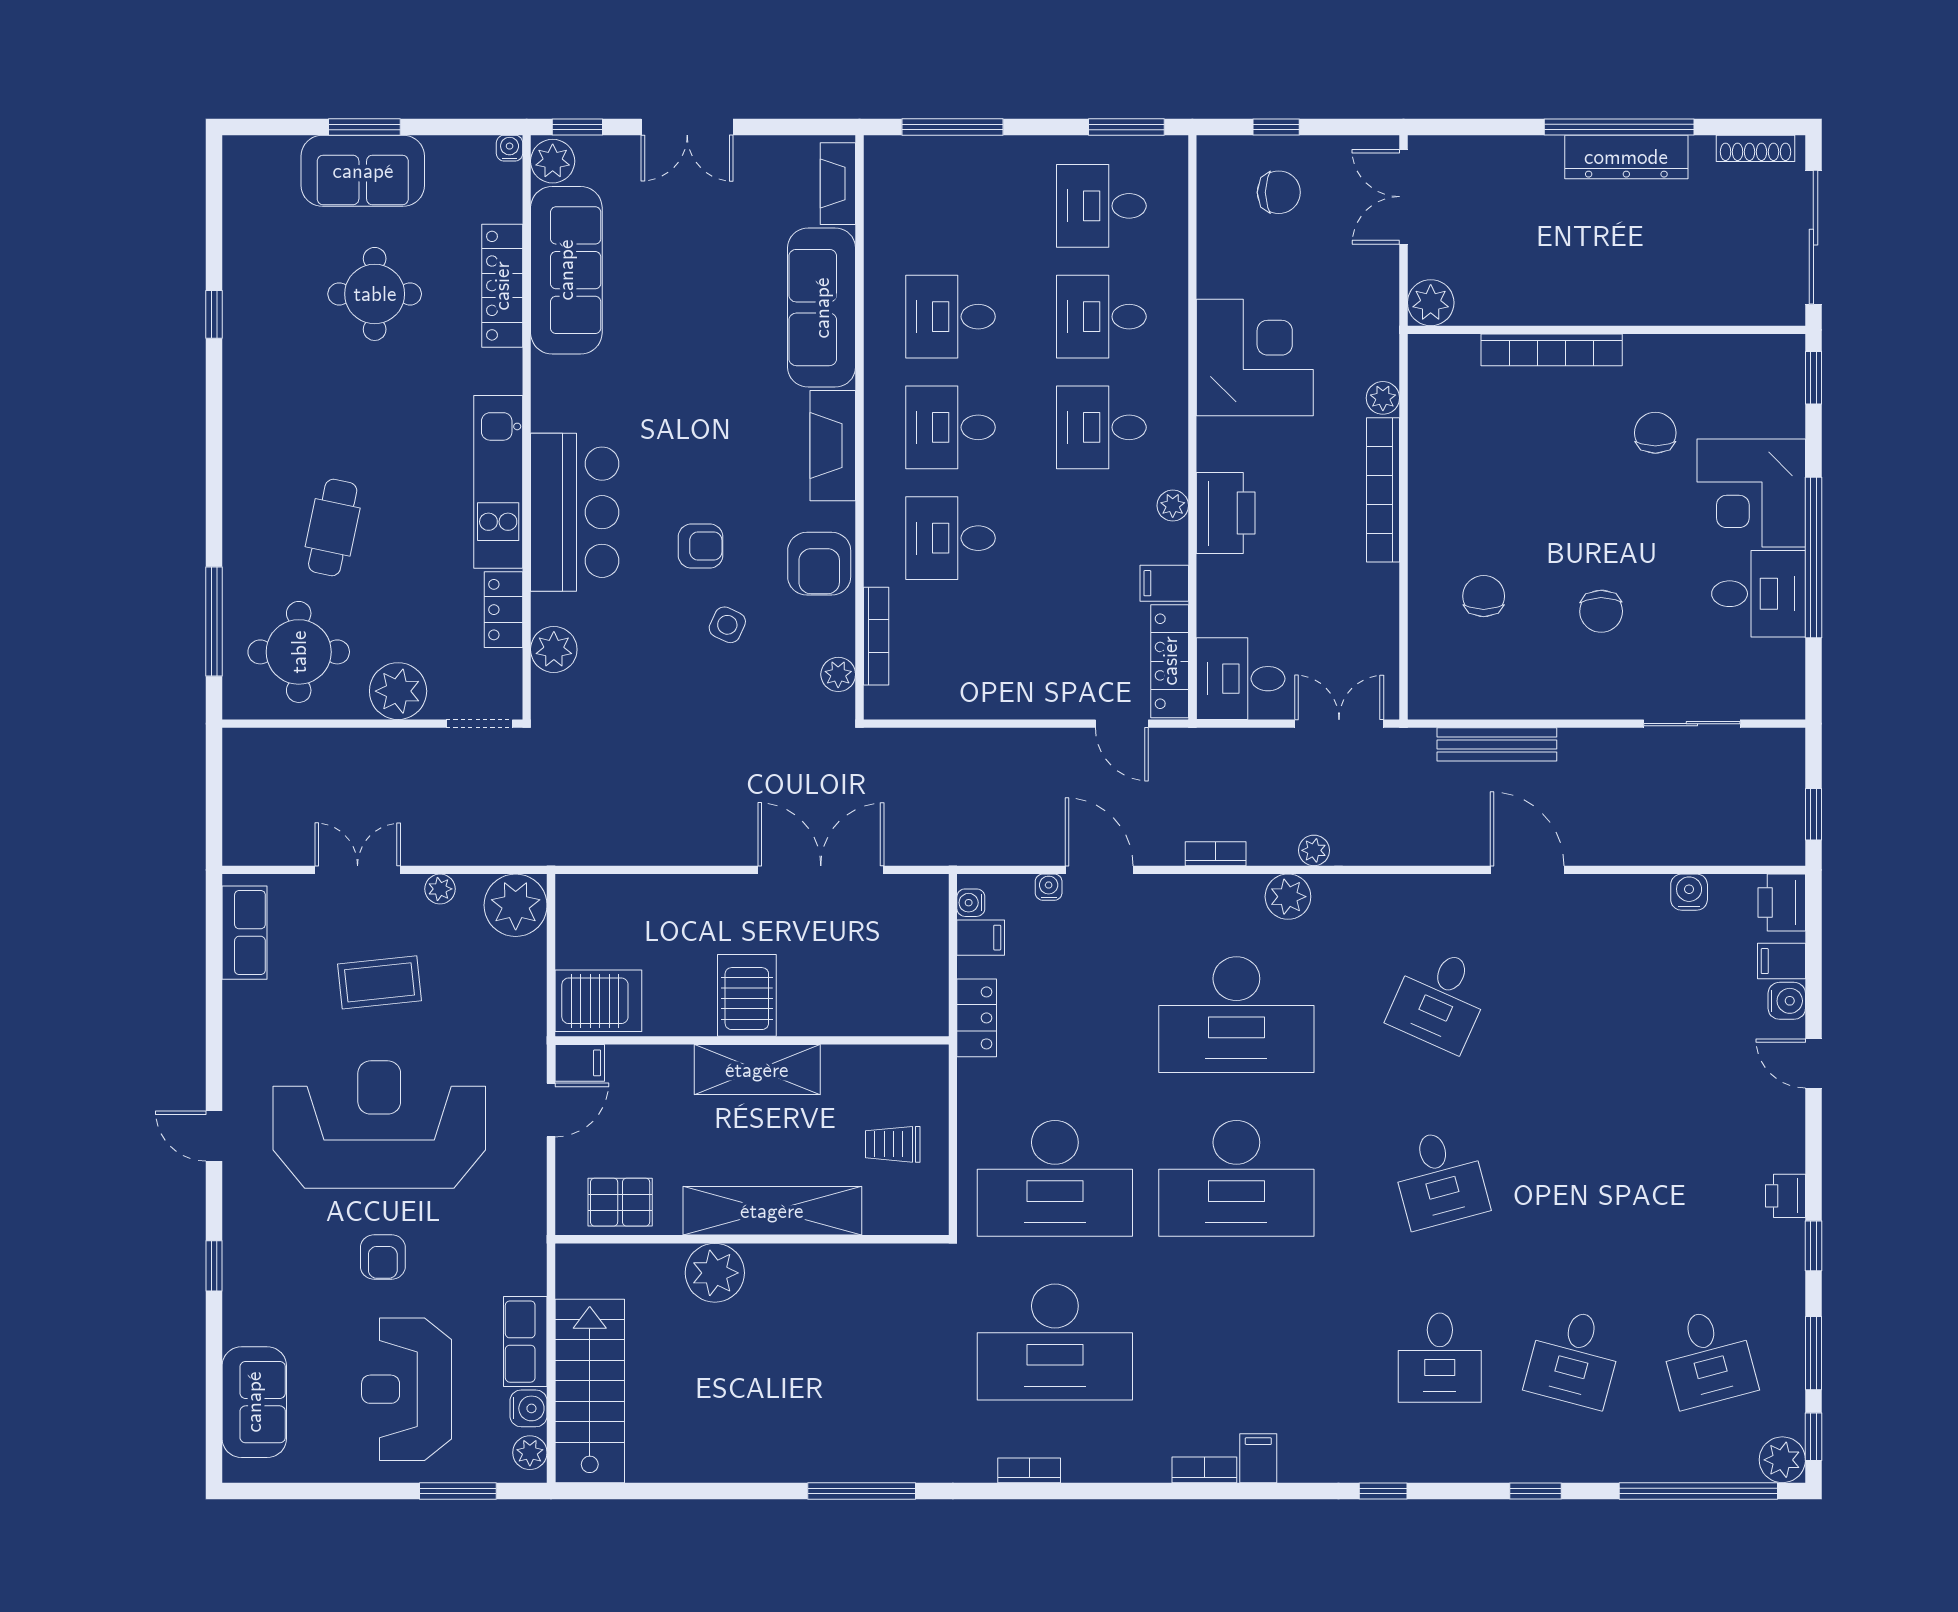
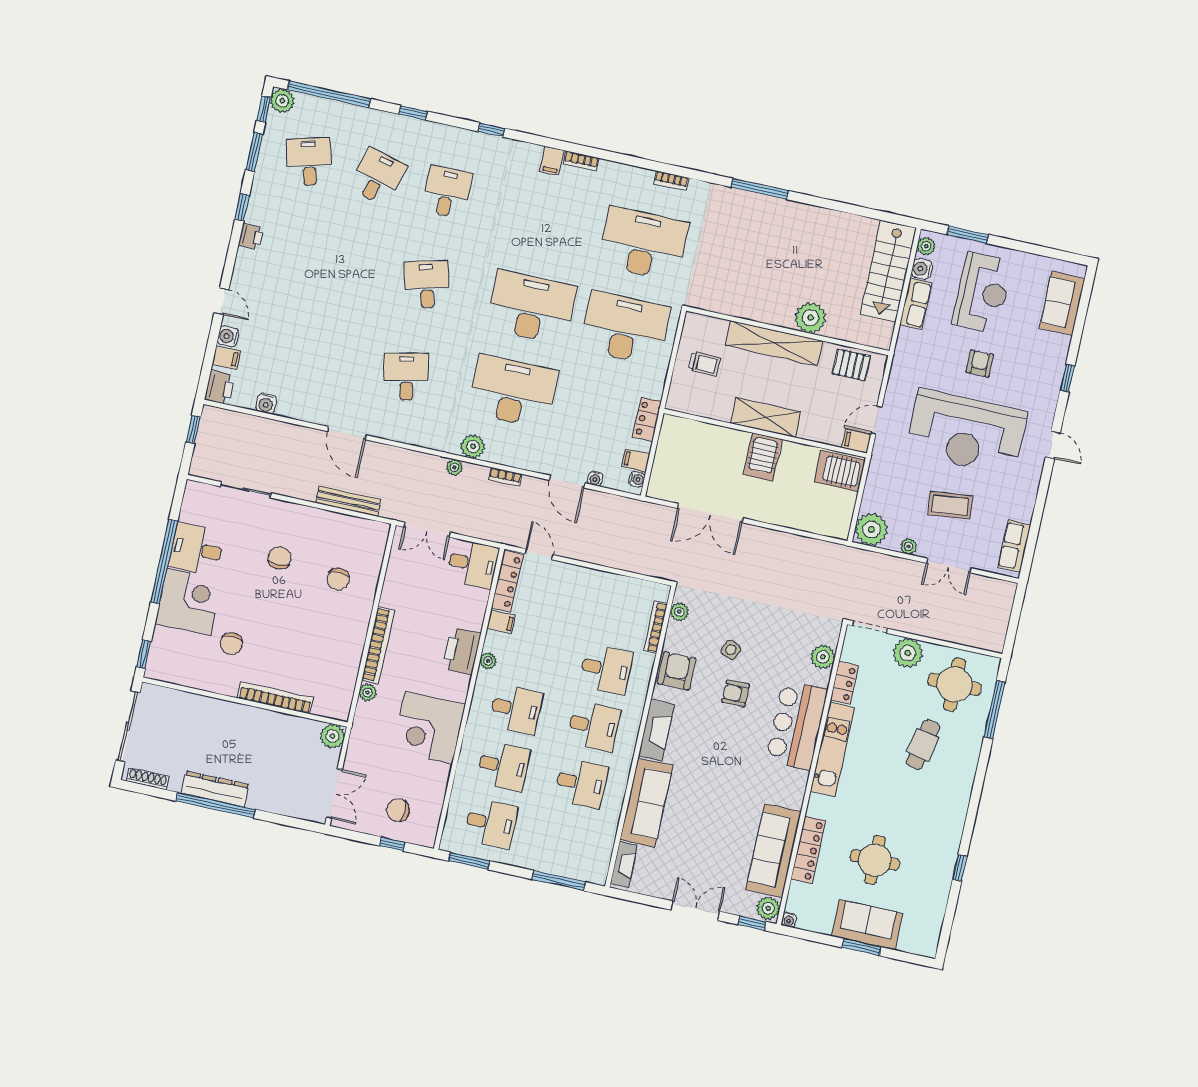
desk: (1440, 999) -> (406, 377), turned -36

